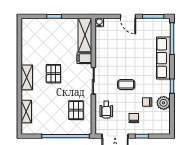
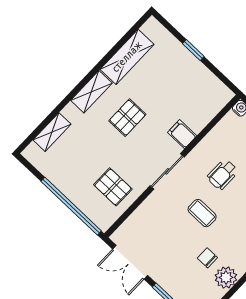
shelving: (85, 35) -> (127, 57), moved
pallet: (76, 110) -> (113, 187), turned 90
wheelchair: (106, 110) -> (223, 174), moved
chair: (134, 118) -> (173, 262), removed

